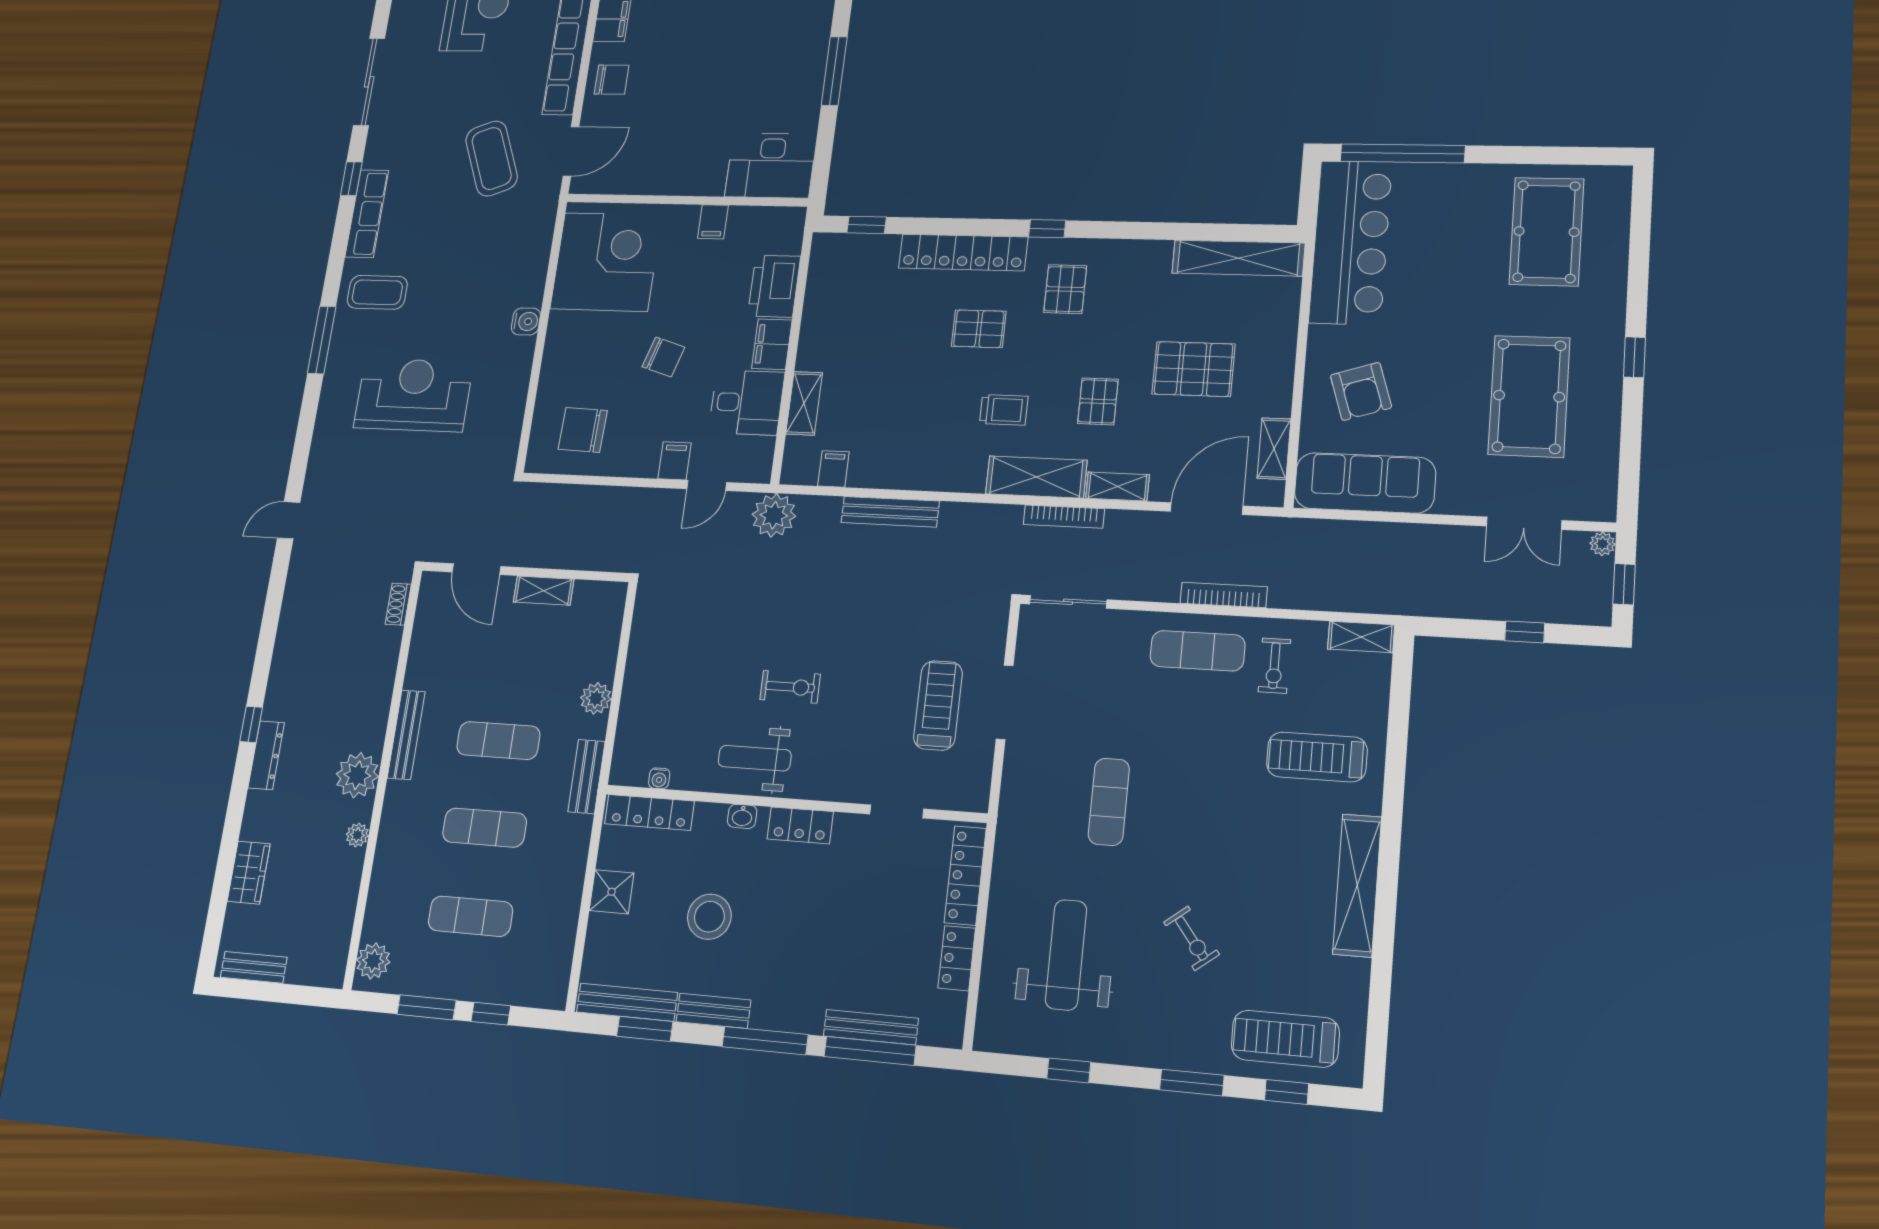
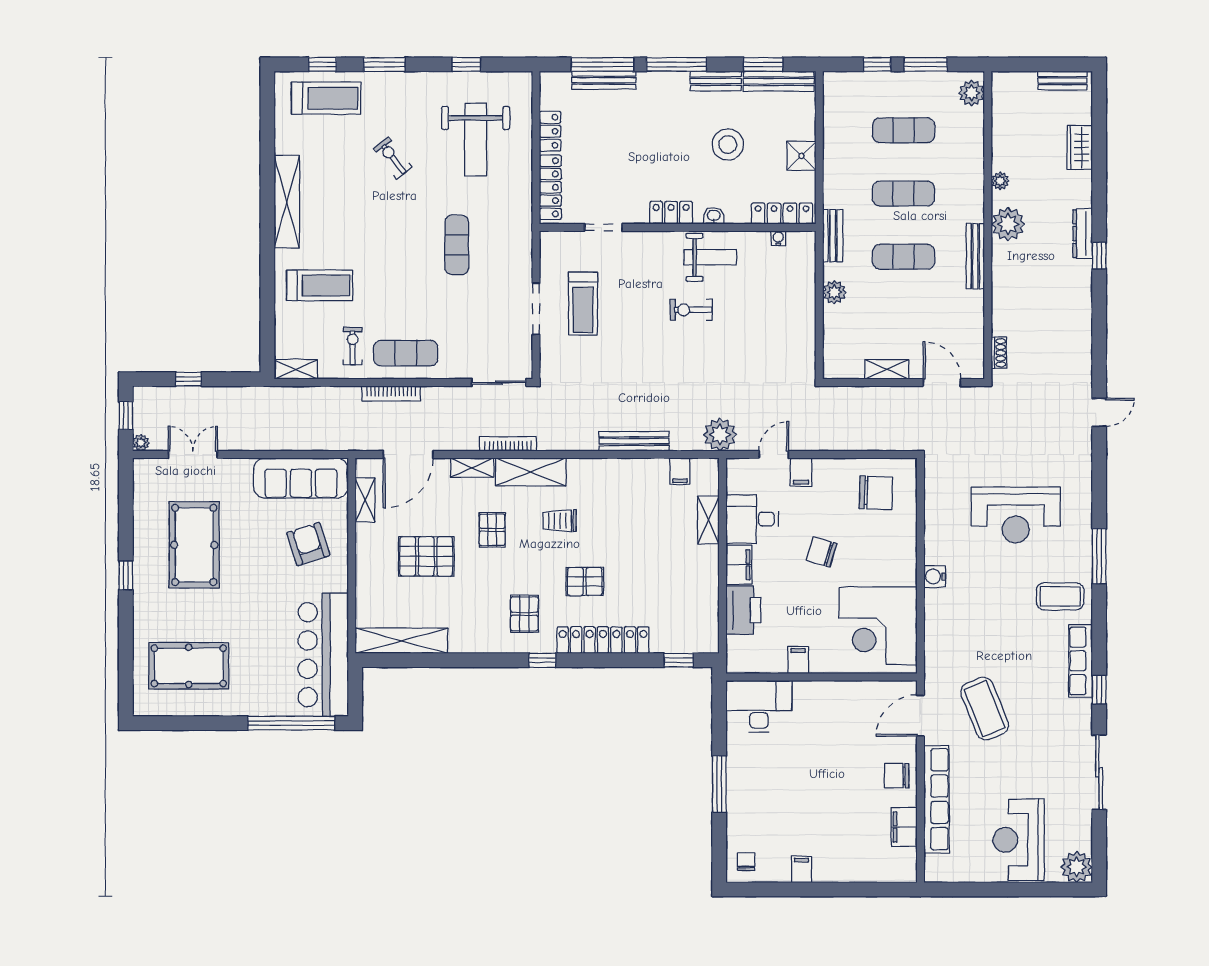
pool table: (1547, 232) -> (189, 666), turned 90

